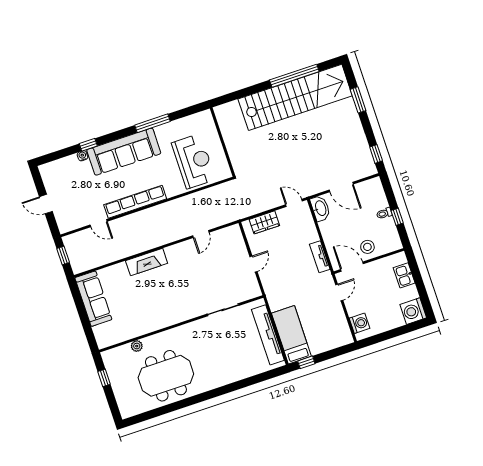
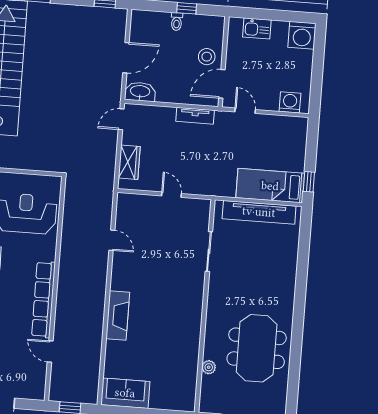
door: (99, 223) -> (50, 352), swing flipped
sofa: (93, 299) -> (125, 393), width x0.73

